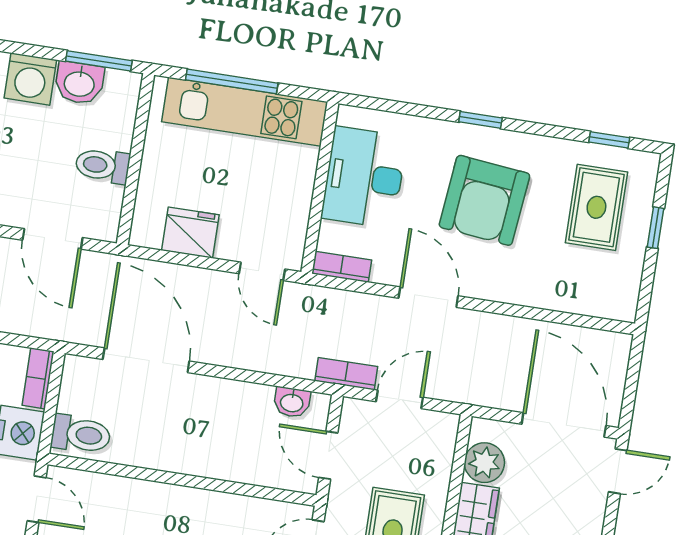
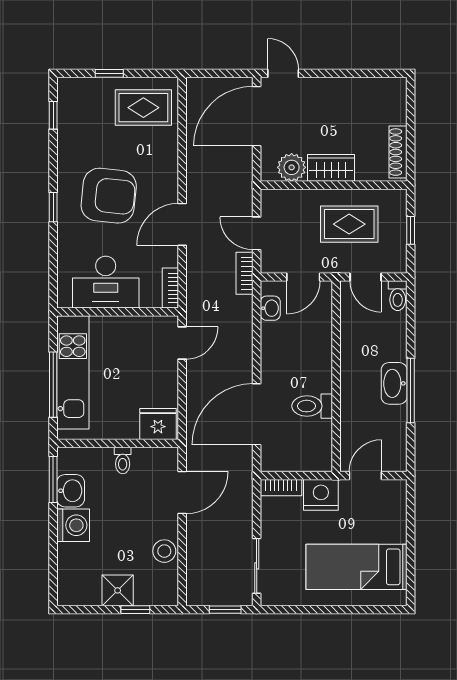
toilet: (103, 166) -> (123, 460), width x0.73, depth x0.72
rug: (596, 207) -> (143, 108), moved
fridge: (190, 233) -> (158, 424), moved, turned 90
toilet: (81, 434) -> (312, 406), moved, turned -90

